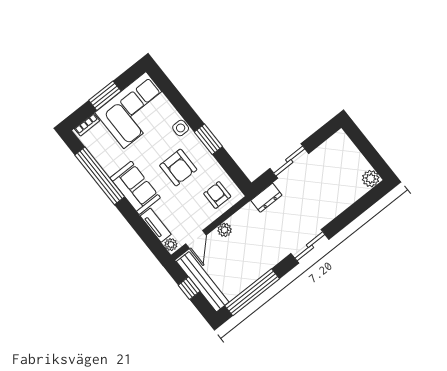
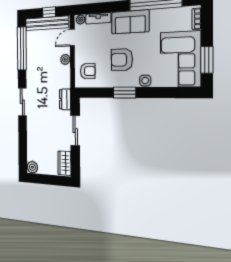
window: (105, 96) -> (207, 60), moved
wardrobe: (334, 146) -> (64, 163), added
door: (196, 239) -> (72, 38), hinge flipped

